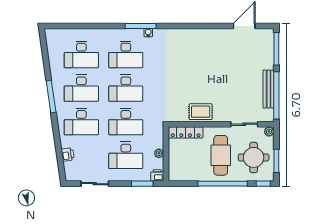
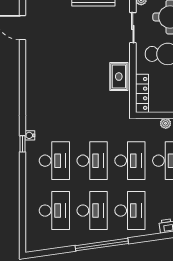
window: (141, 26) -> (22, 144), width x0.46
window: (51, 97) -> (102, 245), width x1.46

